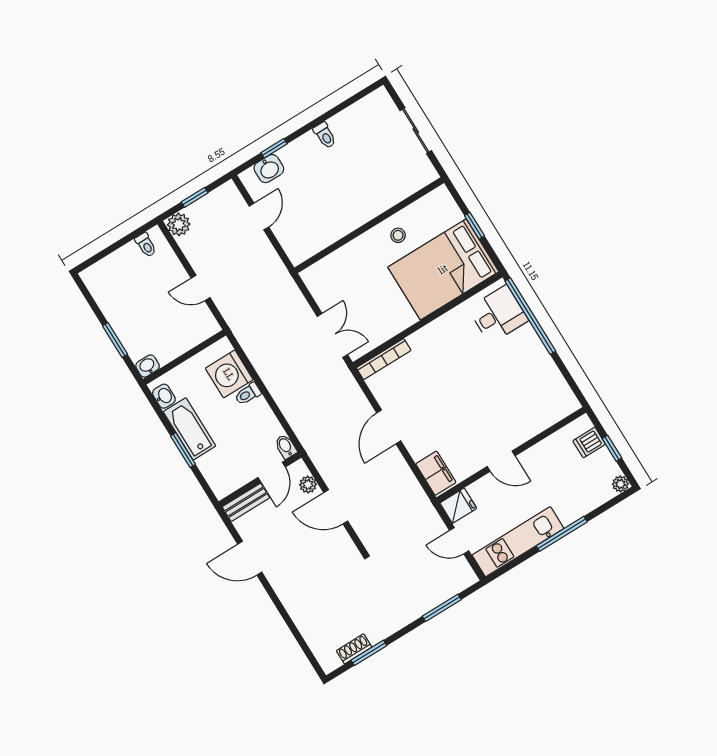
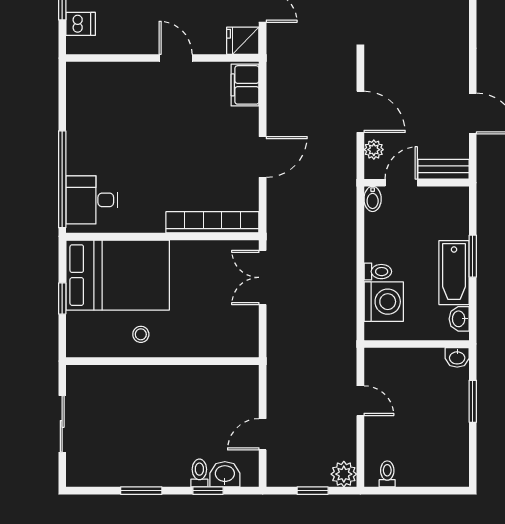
window: (325, 117) -> (141, 491), added
toilet: (325, 135) -> (199, 473), moved
bookcase: (384, 359) -> (212, 222), width x1.48, depth x1.31

